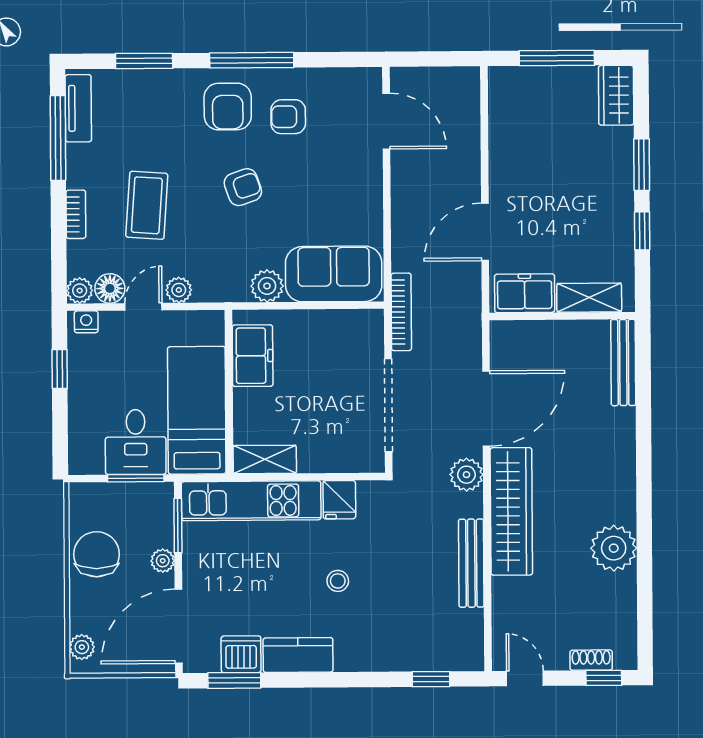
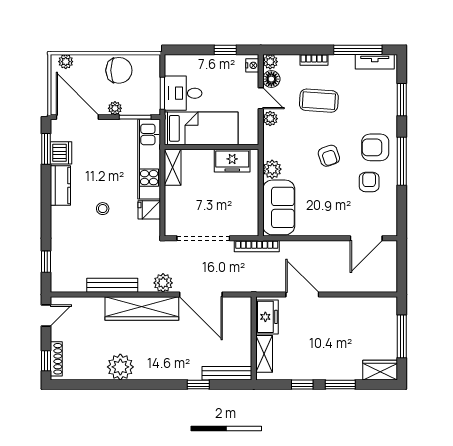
window: (643, 412) -> (198, 385), added
shoe rack: (591, 660) -> (56, 359), width x1.43

